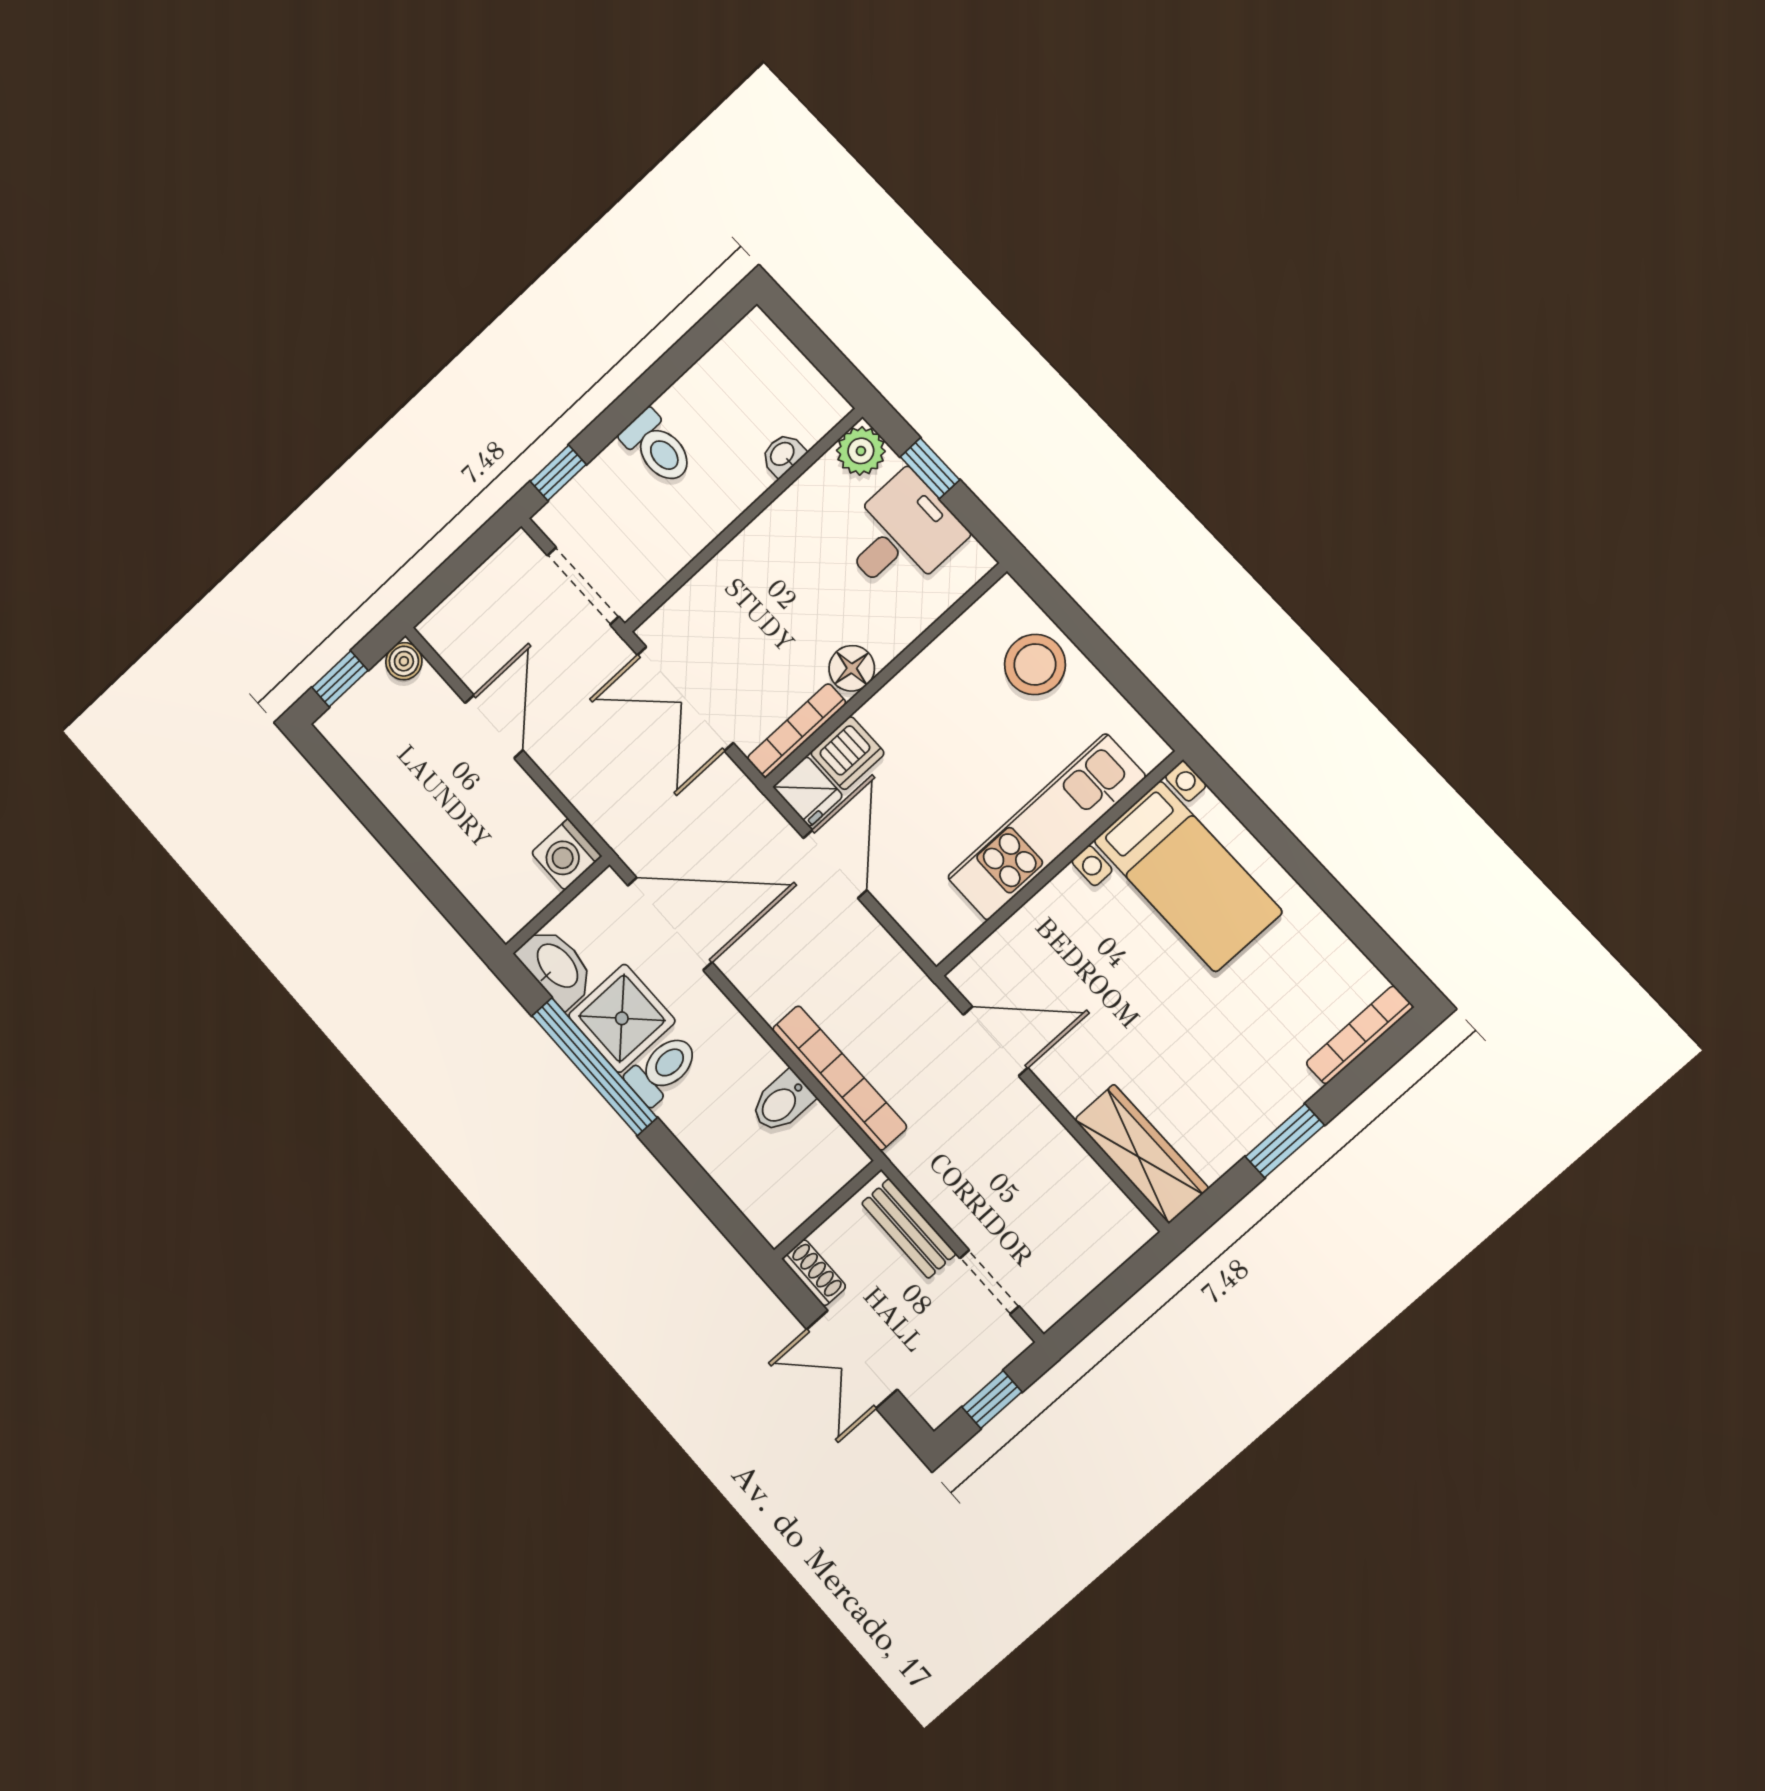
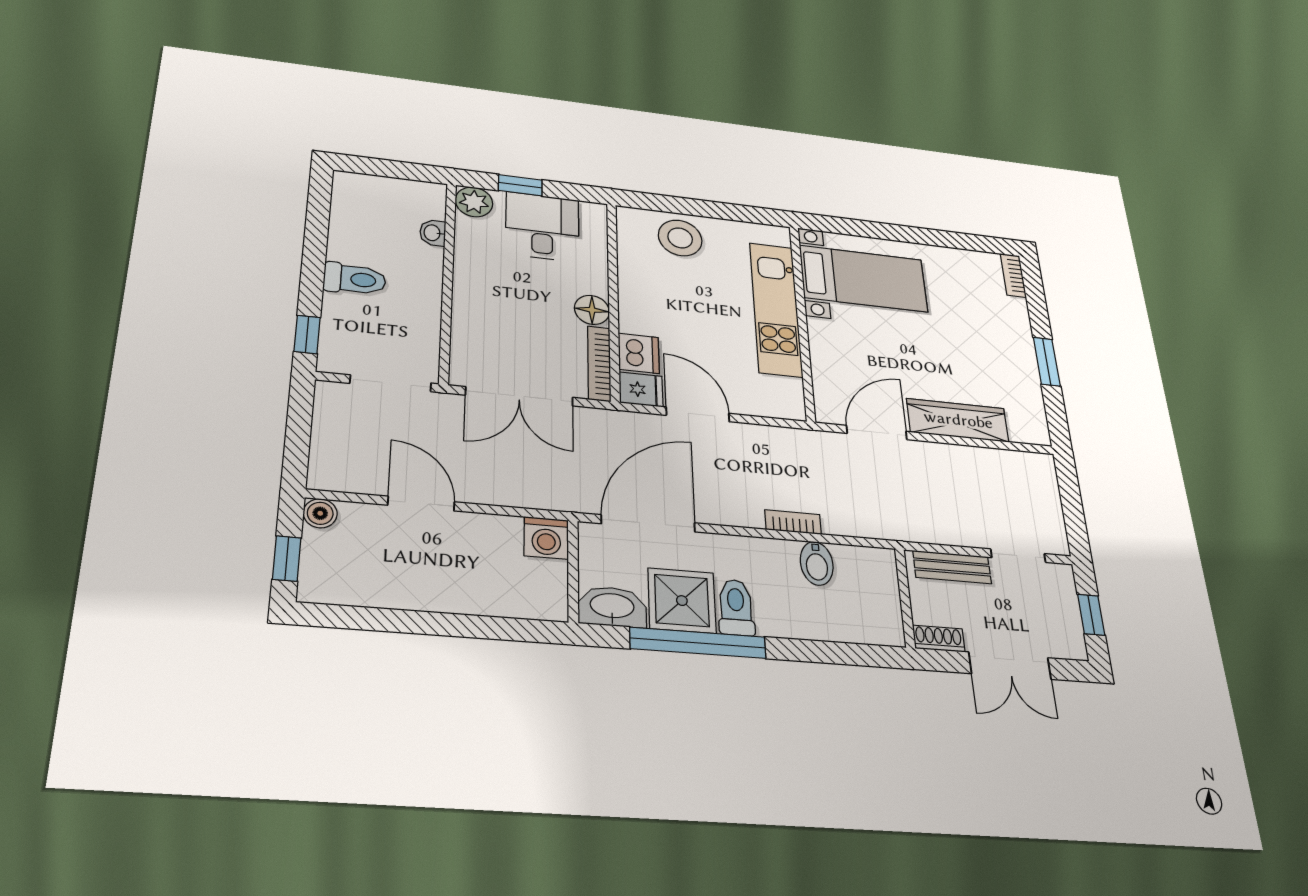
bookcase: (1359, 1035) -> (1013, 275), width x0.64
bookcase: (839, 1078) -> (793, 522), width x0.43, depth x0.76
wardrobe: (1141, 1154) -> (958, 420), moved

